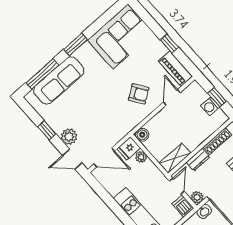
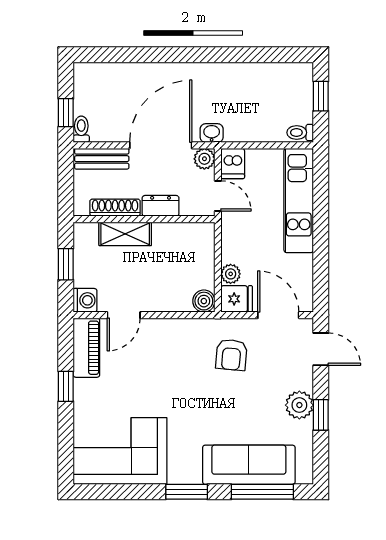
armchair: (139, 94) -> (231, 355), moved, turned -141
washing machine: (210, 106) -> (85, 300), moved
plant: (69, 137) -> (299, 405), moved
shelving: (175, 158) -> (125, 234), moved
door: (177, 186) -> (218, 196), swing flipped

